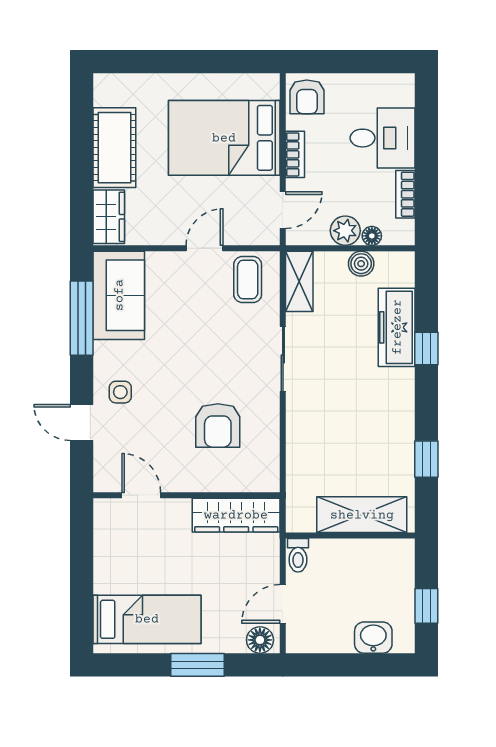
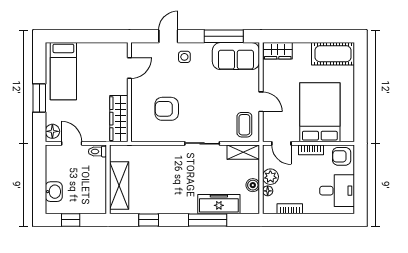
desk: (383, 138) -> (337, 191), moved, turned -90
cot: (114, 148) -> (333, 54), moved
coffee table: (248, 279) -> (244, 125), turned 90
window: (426, 348) -> (208, 220), width x2.17

